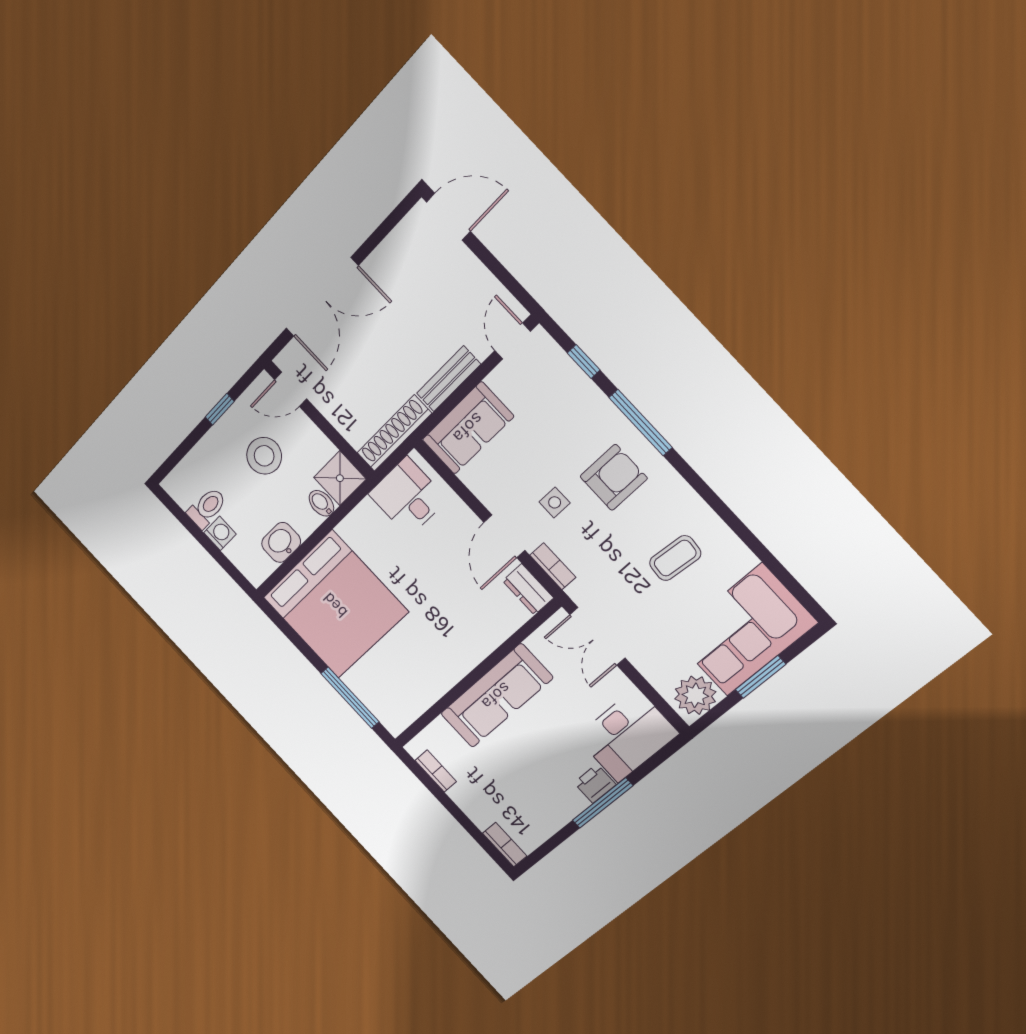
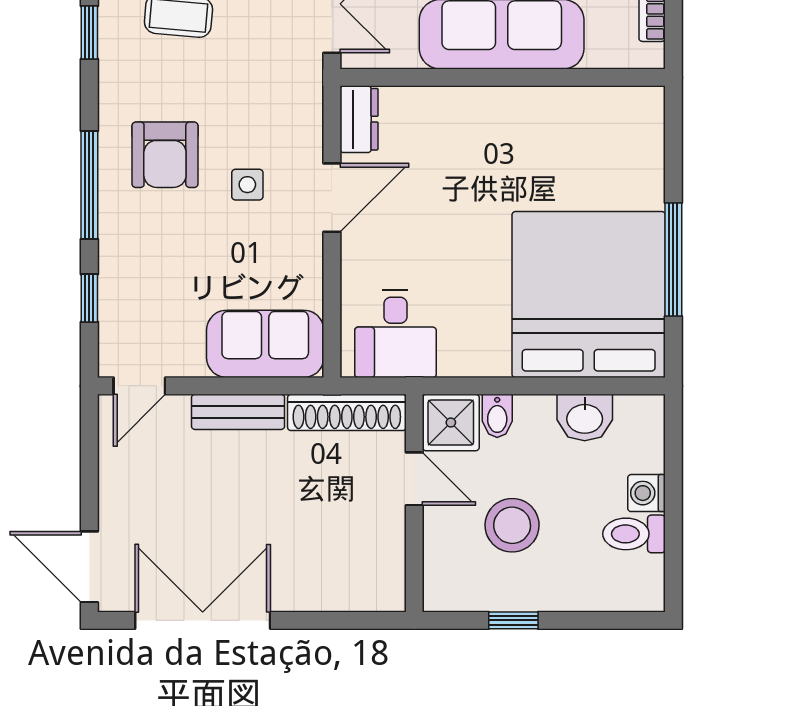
double door: (322, 297) -> (203, 620), moved
door: (291, 389) -> (414, 479), moved
armchair: (614, 477) -> (165, 155), turned -90
window: (718, 505) -> (89, 32), added
bookcase: (553, 566) -> (310, 120), removed
window: (350, 698) -> (673, 259), moved

